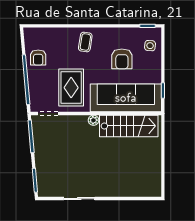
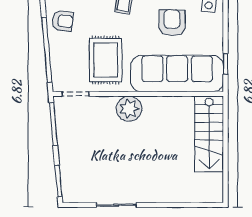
armchair: (38, 57) -> (63, 21), turned -83
armchair: (122, 59) -> (172, 23), turned 180
plant: (94, 120) -> (129, 109), width x1.88, depth x1.88
stairs: (129, 126) -> (209, 134), moved, turned 90

